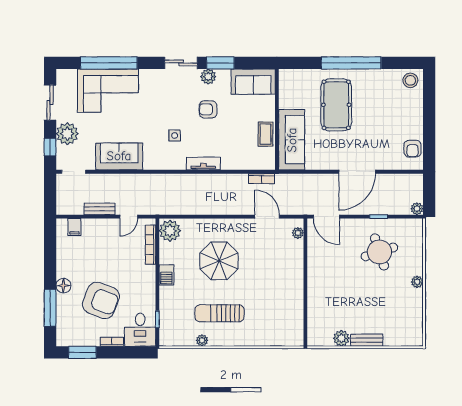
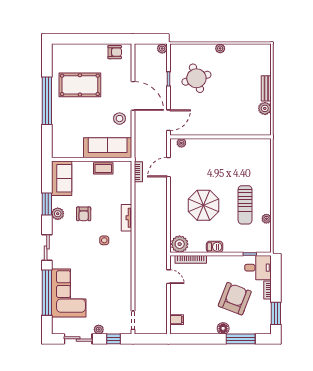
sliding door: (181, 63) -> (47, 247), moved
stool: (410, 80) -> (120, 119), moved
pool table: (336, 105) -> (80, 85), moved
plant: (67, 134) -> (99, 329), width x0.53, depth x0.53
sofa: (119, 156) -> (121, 284), removed
bench: (100, 209) -> (162, 300), removed

